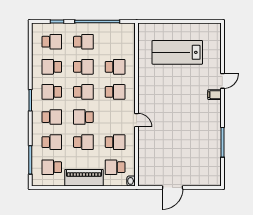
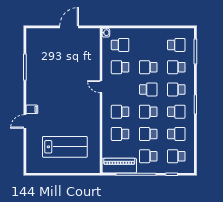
piano: (84, 178) -> (119, 166), moved, turned 180

